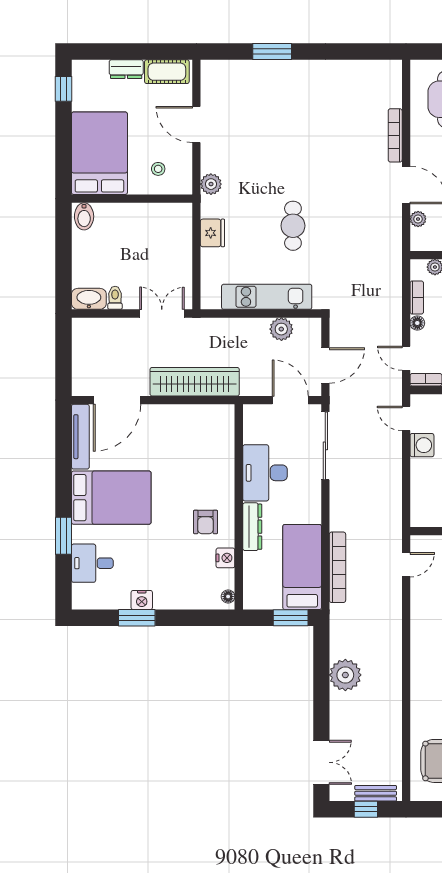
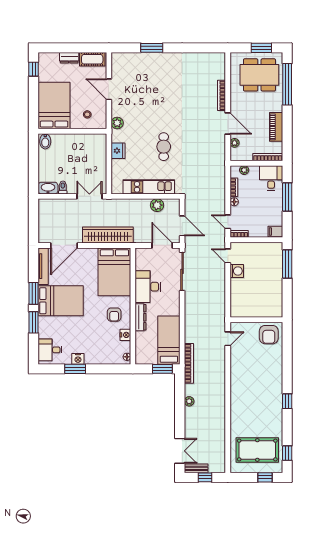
door: (325, 365) -> (182, 226), hinge flipped
bed: (206, 447) -> (114, 272), added
window: (63, 485) -> (34, 293), added
desk: (92, 563) -> (50, 350), moved
bookcase: (337, 567) -> (189, 363), moved
plant: (345, 675) -> (189, 401), width x0.53, depth x0.53
bench: (376, 793) -> (196, 468), moved

